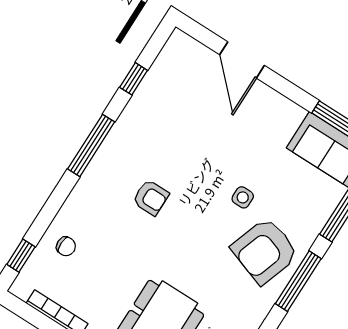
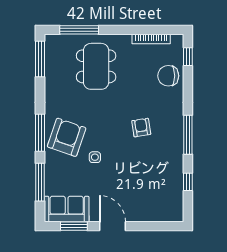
door: (242, 60) -> (112, 226), moved
armchair: (151, 198) -> (141, 128), turned 81
chair: (66, 246) -> (168, 76), width x1.87, depth x1.87

